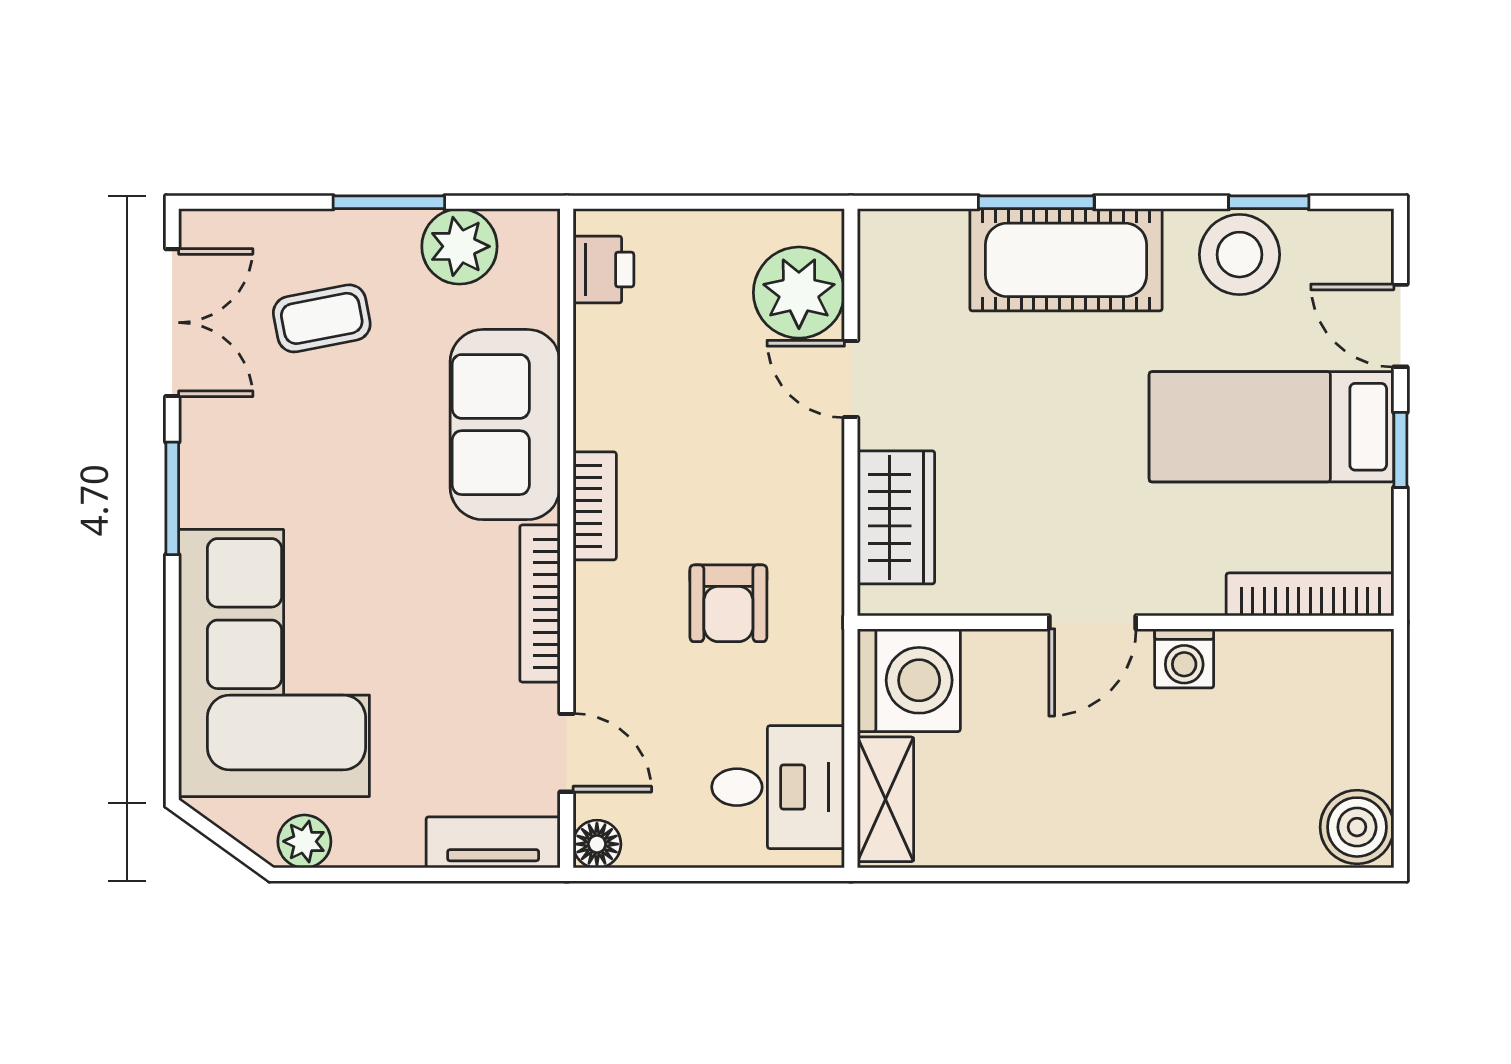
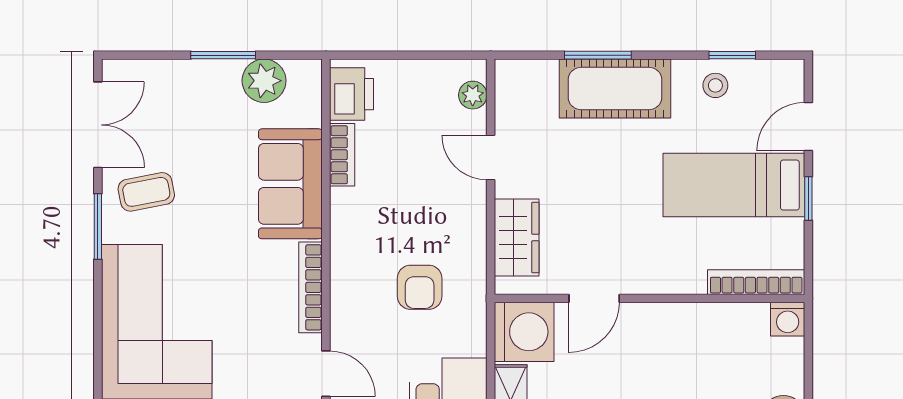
stool: (1239, 255) -> (715, 85), width x0.53, depth x0.53
printer: (603, 270) -> (352, 94), width x1.36, depth x1.24
plant: (799, 293) -> (473, 95), width x0.53, depth x0.53
coffee table: (322, 318) -> (146, 192), moved
door: (1400, 326) -> (808, 127), hinge flipped
bookcase: (595, 506) -> (342, 155), moved
door: (1092, 622) -> (594, 298), moved
washing machine: (1184, 658) -> (788, 319), moved

